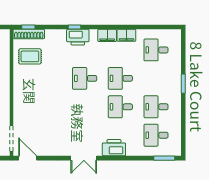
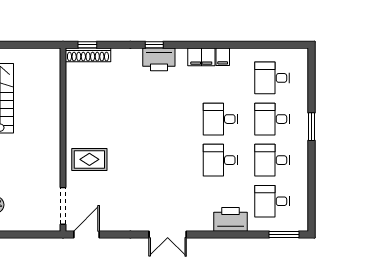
filing cabinet: (126, 35) -> (223, 57), width x0.50
rug: (30, 56) -> (89, 159), moved
desk: (85, 78) -> (272, 119), moved
printer: (114, 148) -> (231, 219), moved
door: (28, 158) -> (86, 234), hinge flipped

